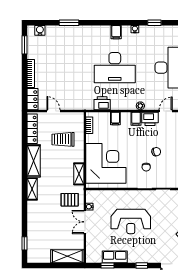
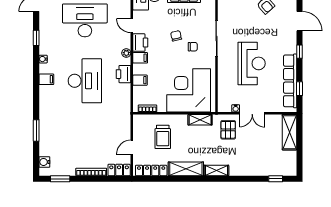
printer: (102, 103) -> (123, 74), moved
row of seats: (115, 257) -> (290, 81), width x2.02

